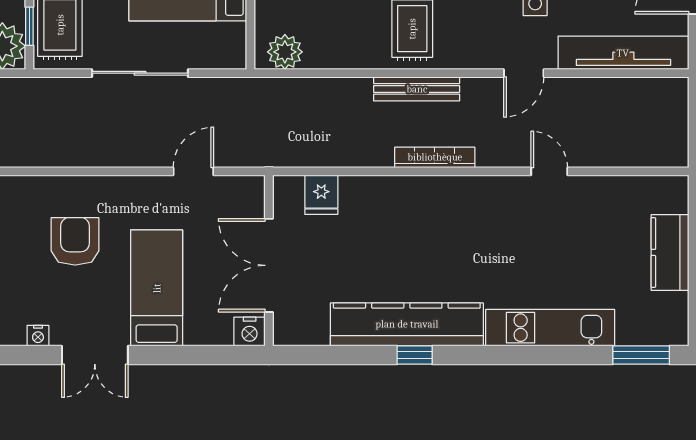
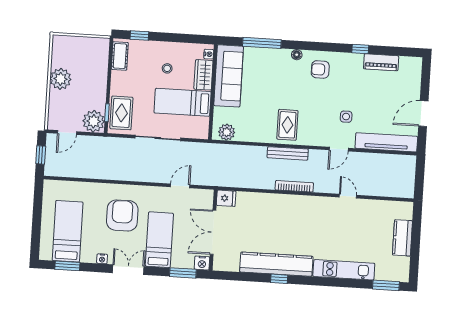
fridge: (321, 195) -> (226, 198), moved, turned -90
armchair: (75, 241) -> (122, 215), width x1.36, depth x1.36
double door: (95, 355) -> (128, 270), swing flipped
window: (211, 355) -> (183, 273), added

